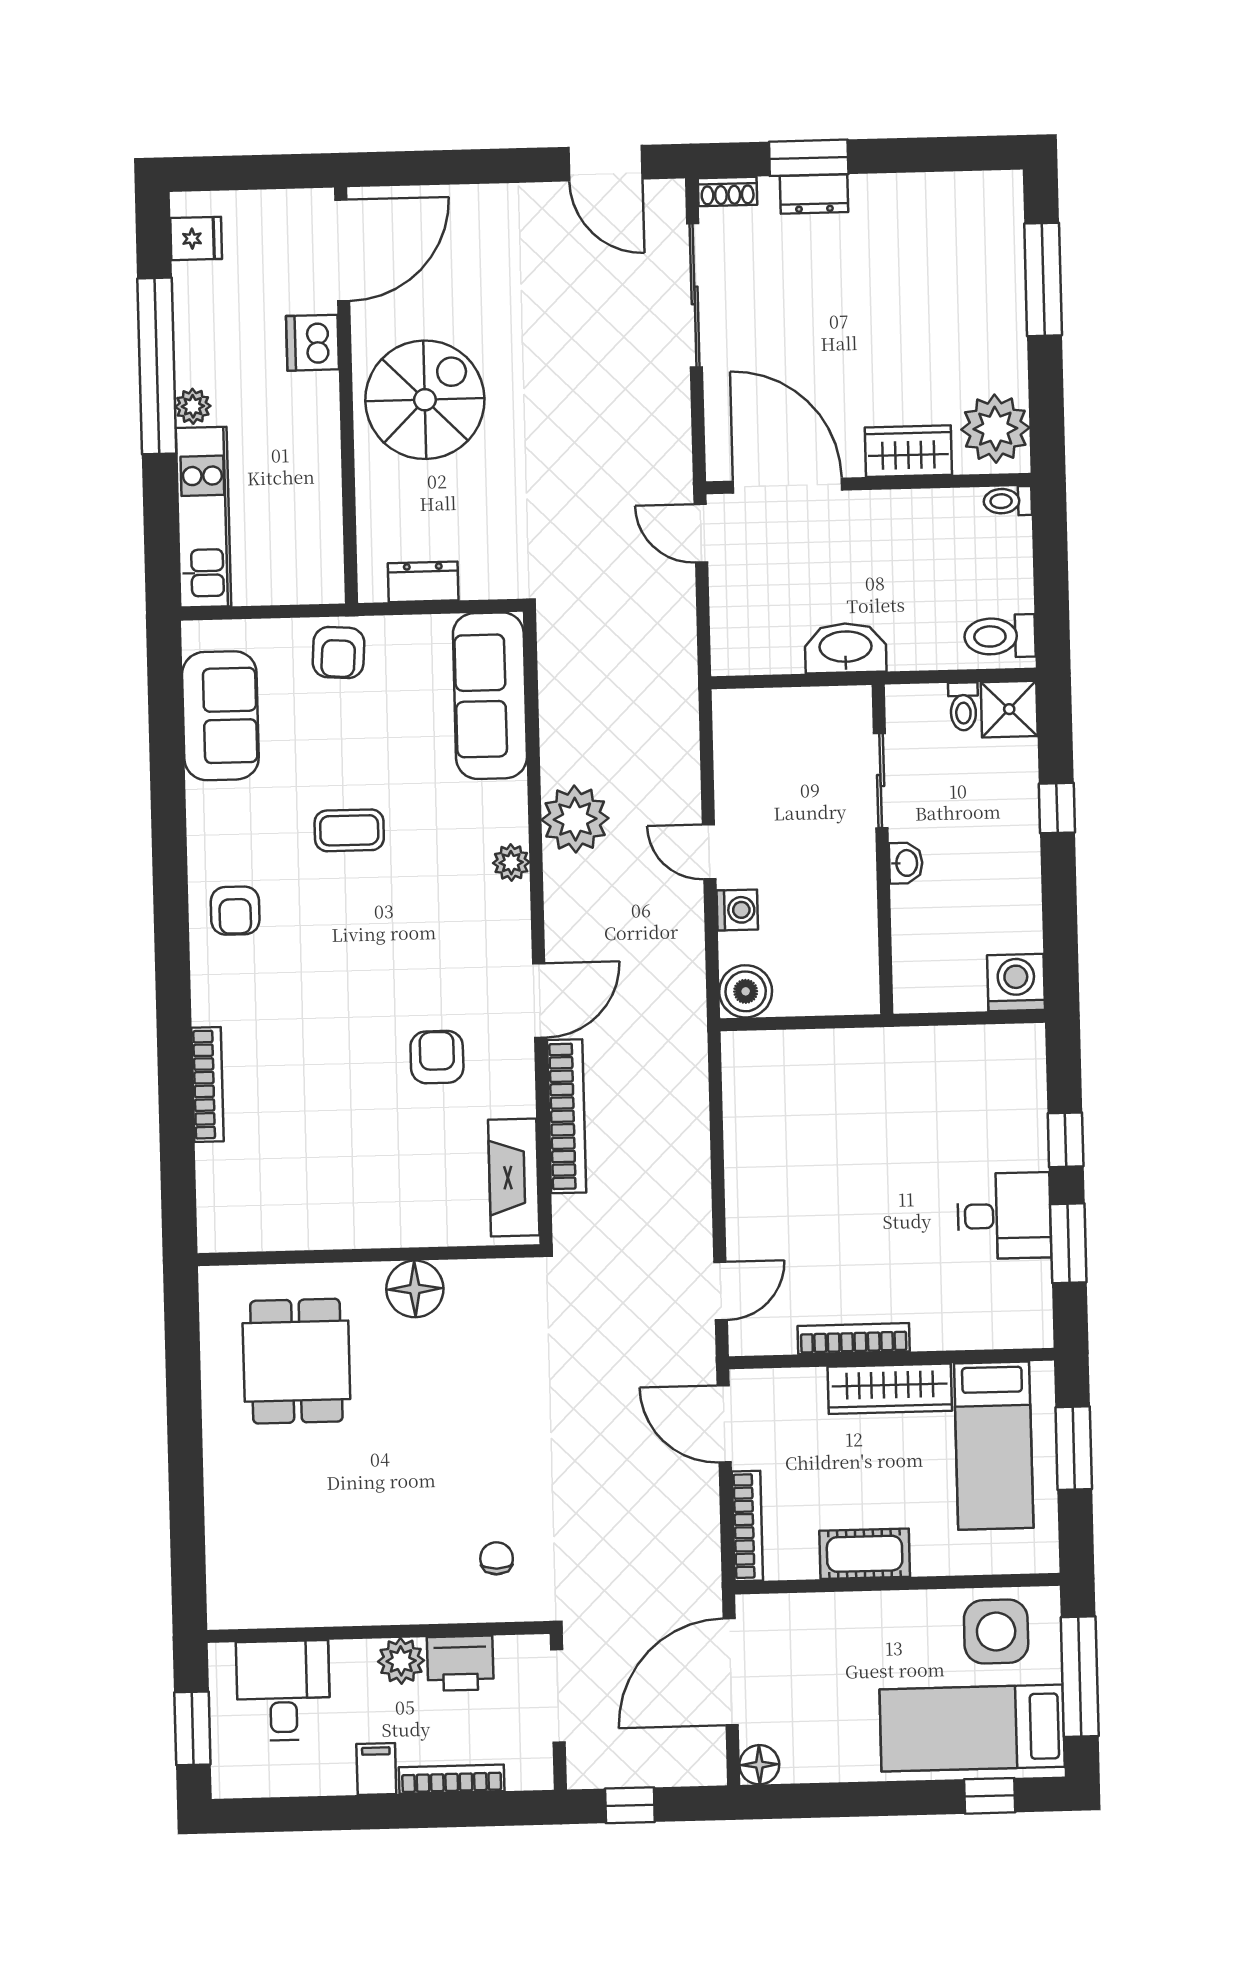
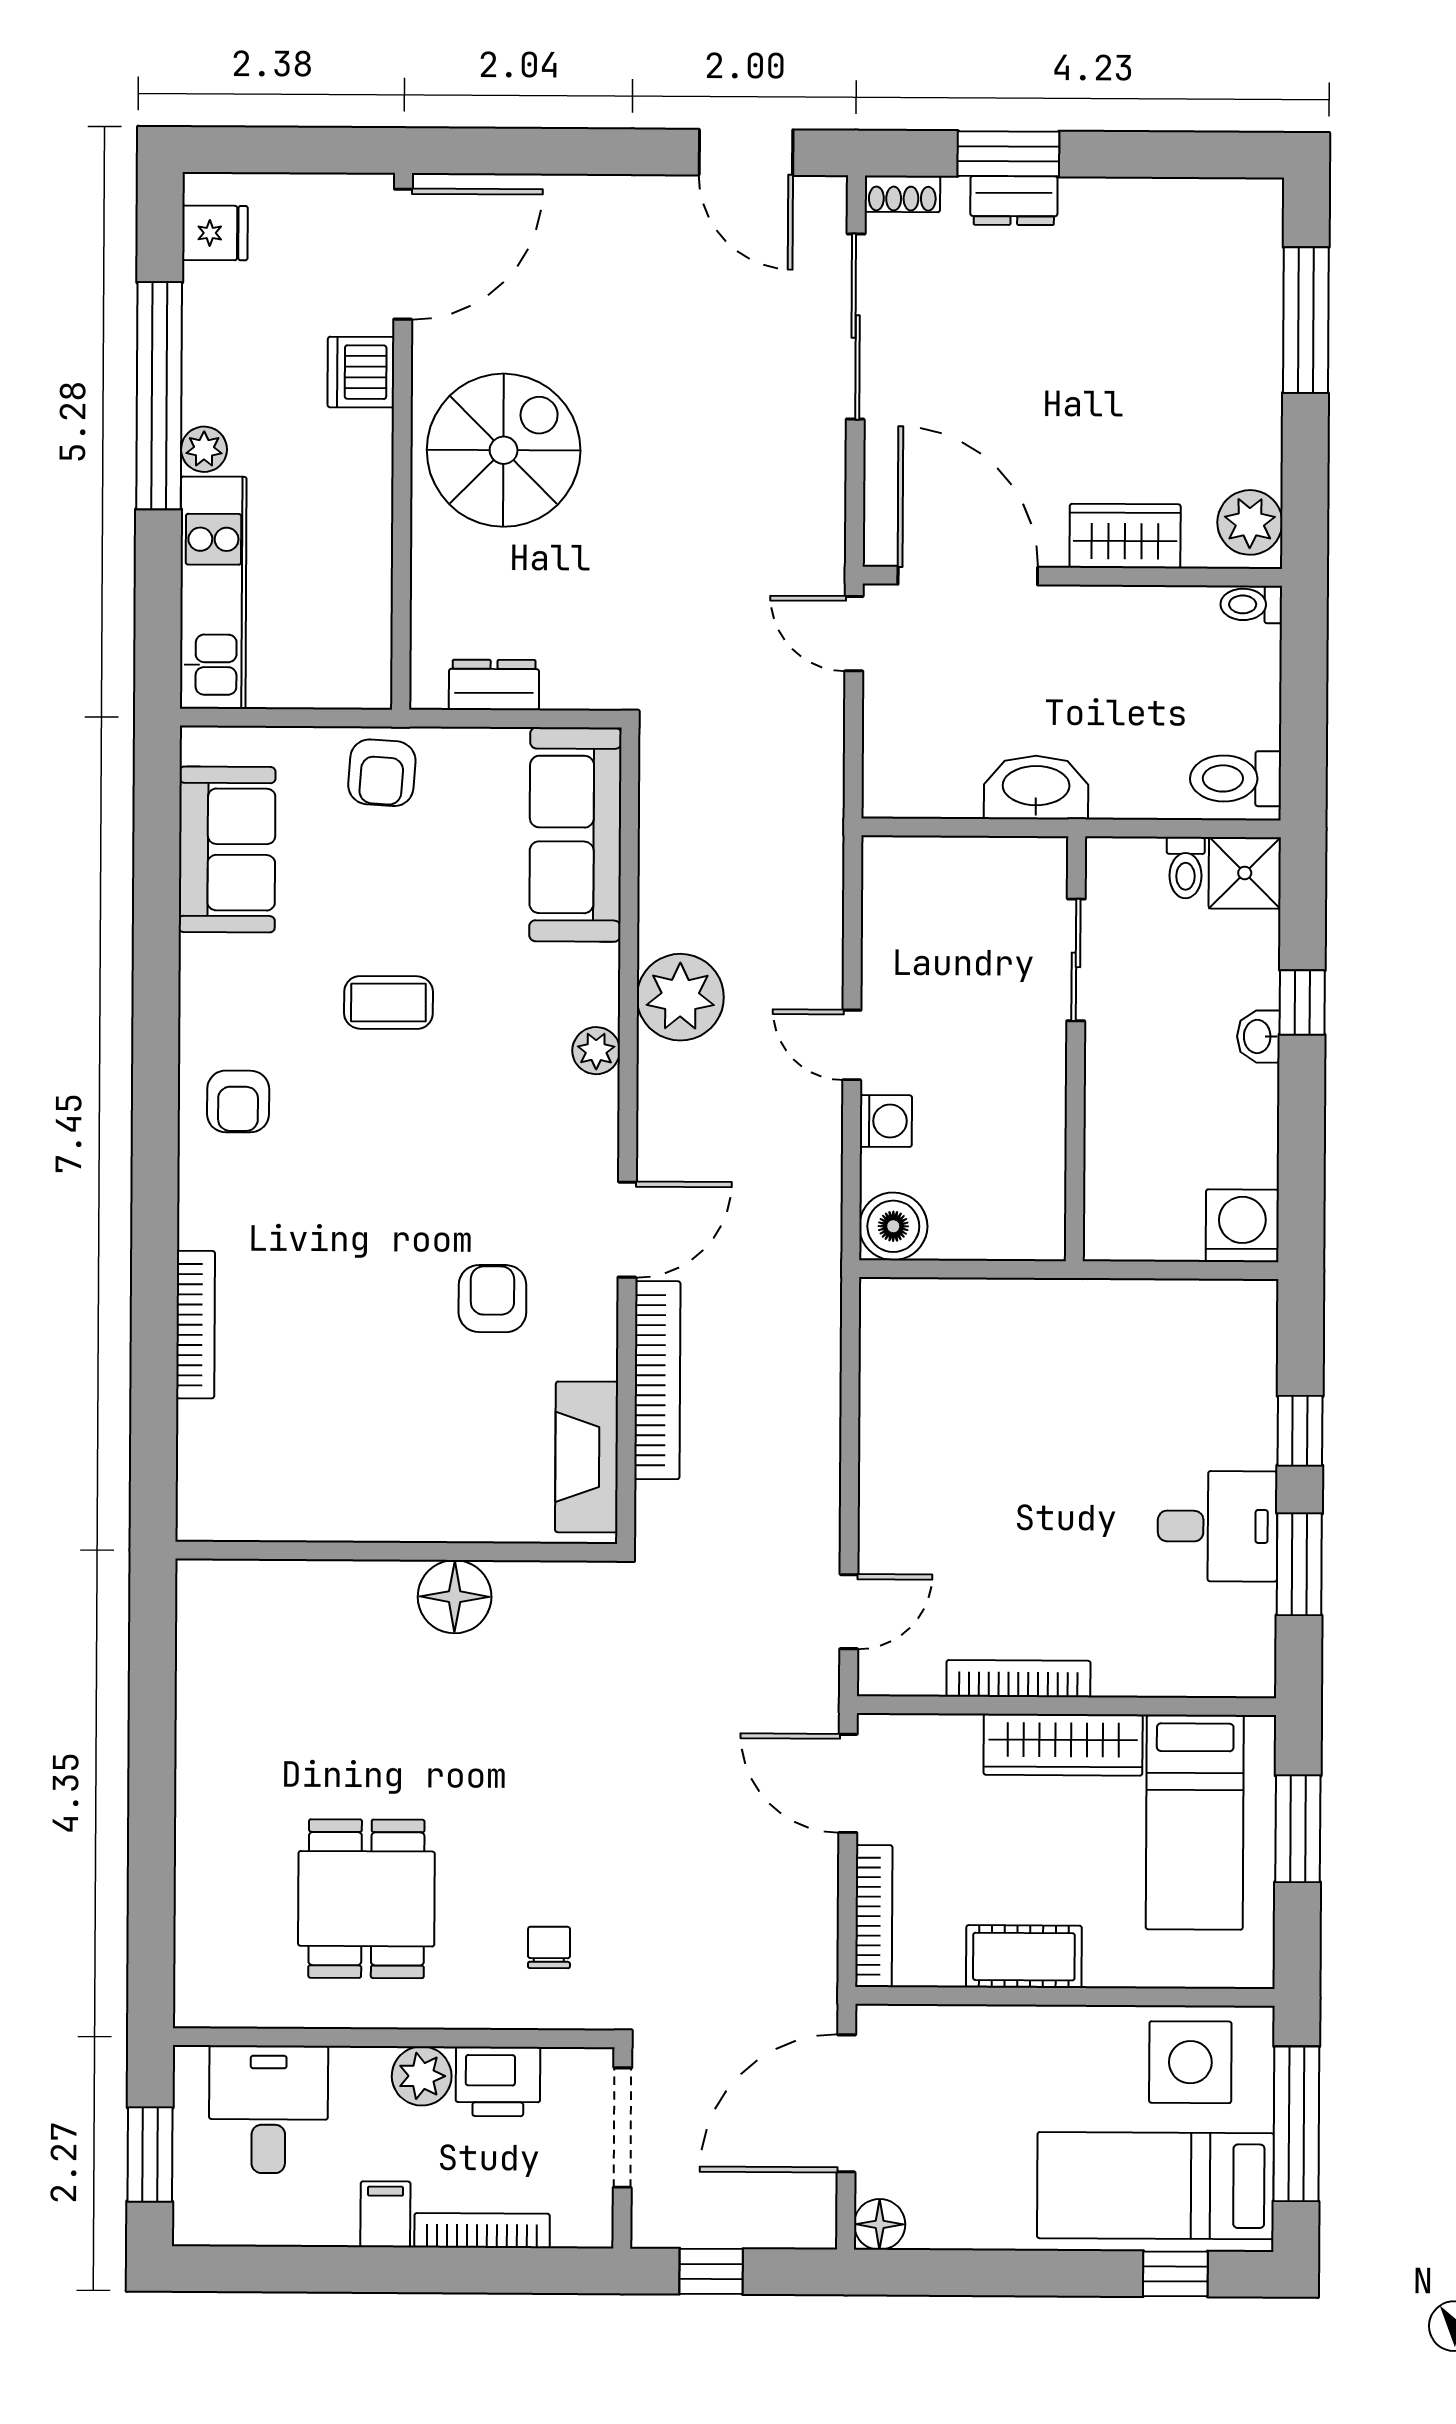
plant: (995, 429) -> (1250, 522), width x0.73, depth x0.73
washbasin: (906, 863) -> (1258, 1037), moved, turned 180
dining table: (296, 1361) -> (366, 1899), moved

